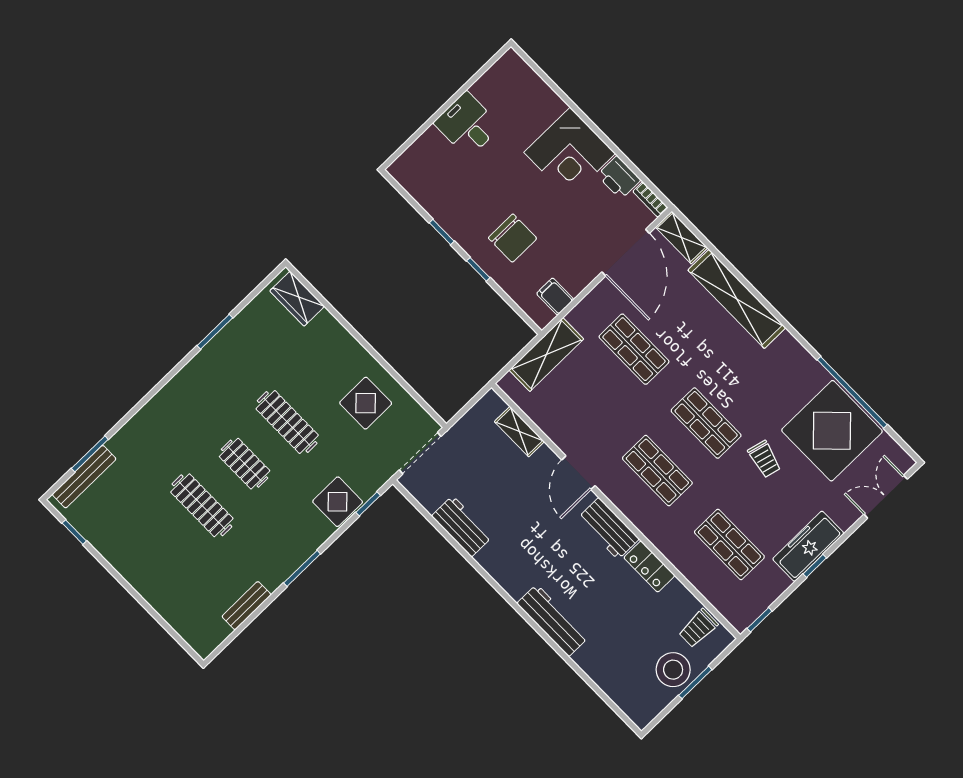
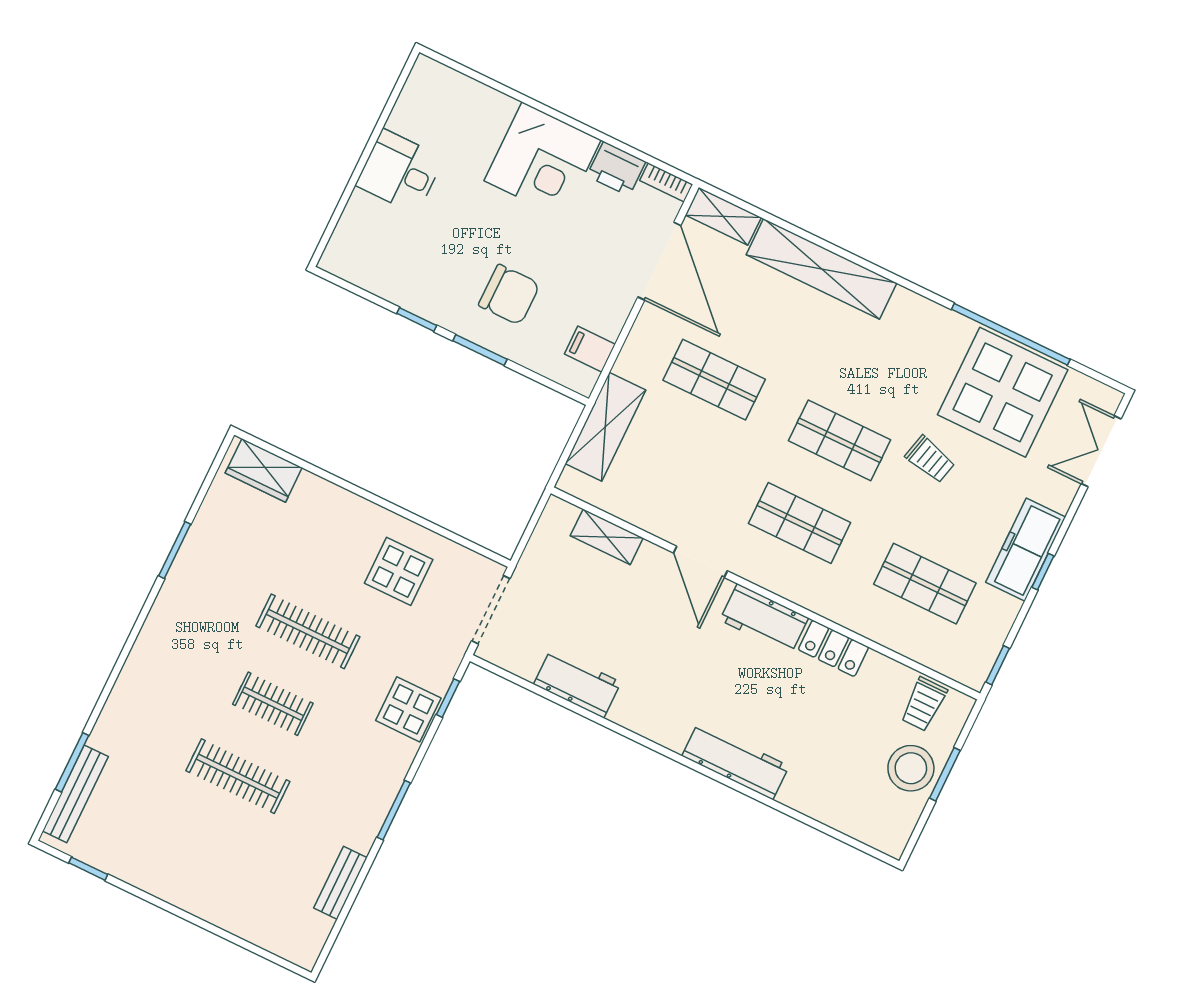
window: (478, 269) -> (480, 350), width x1.50

